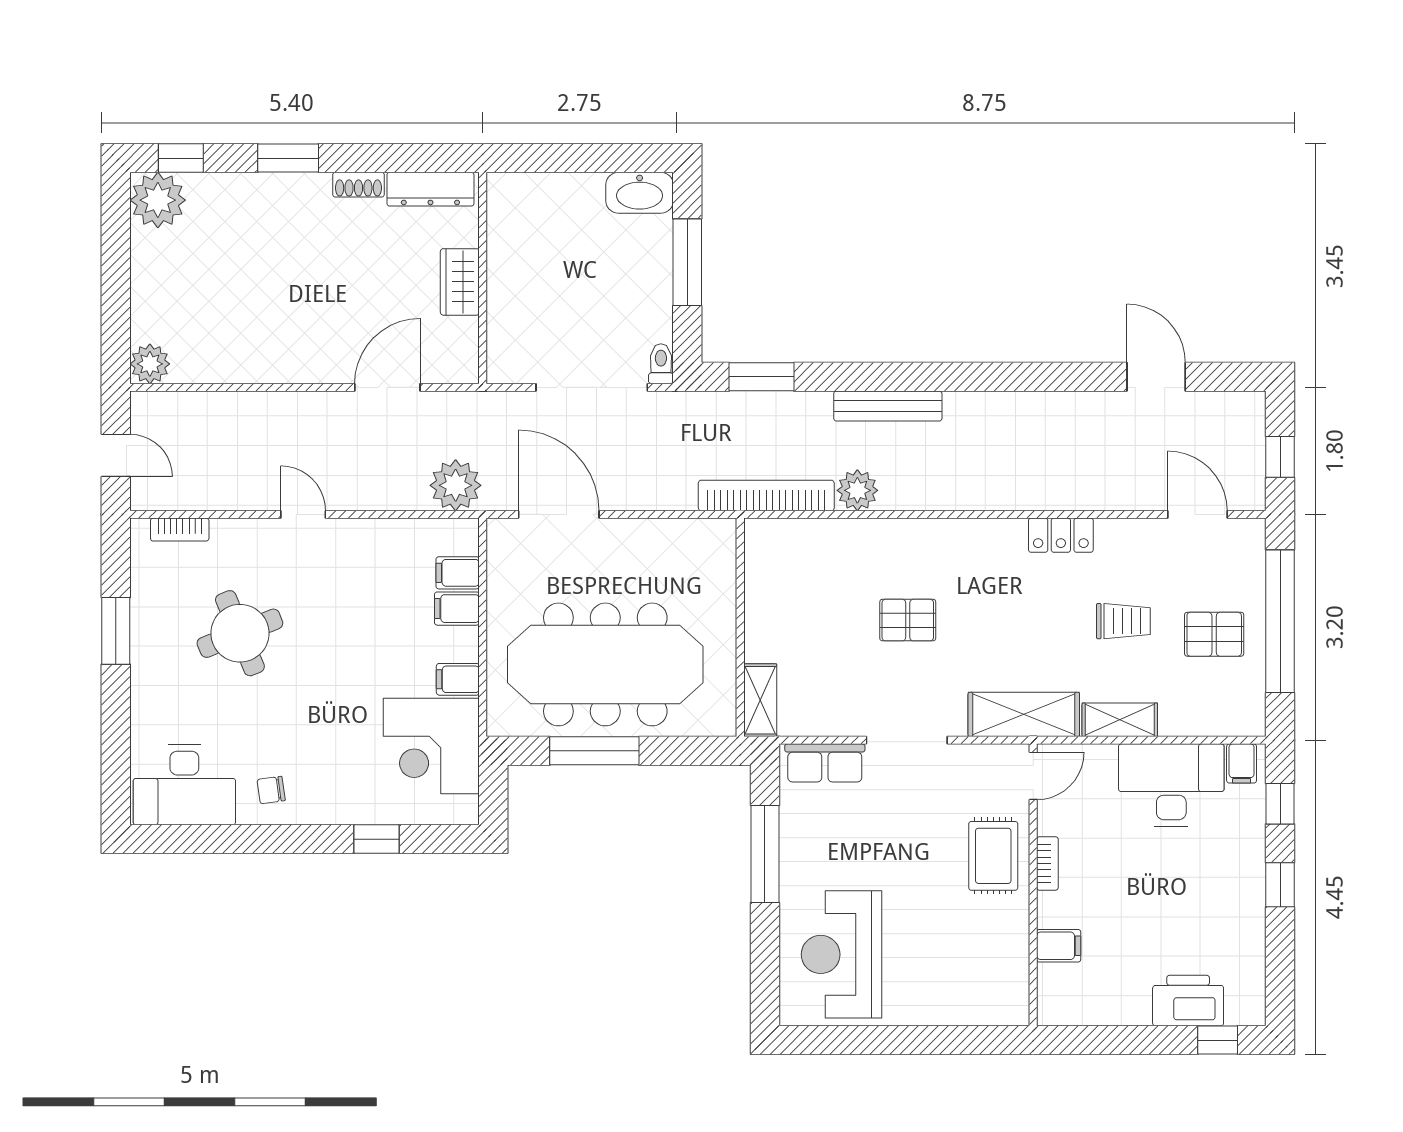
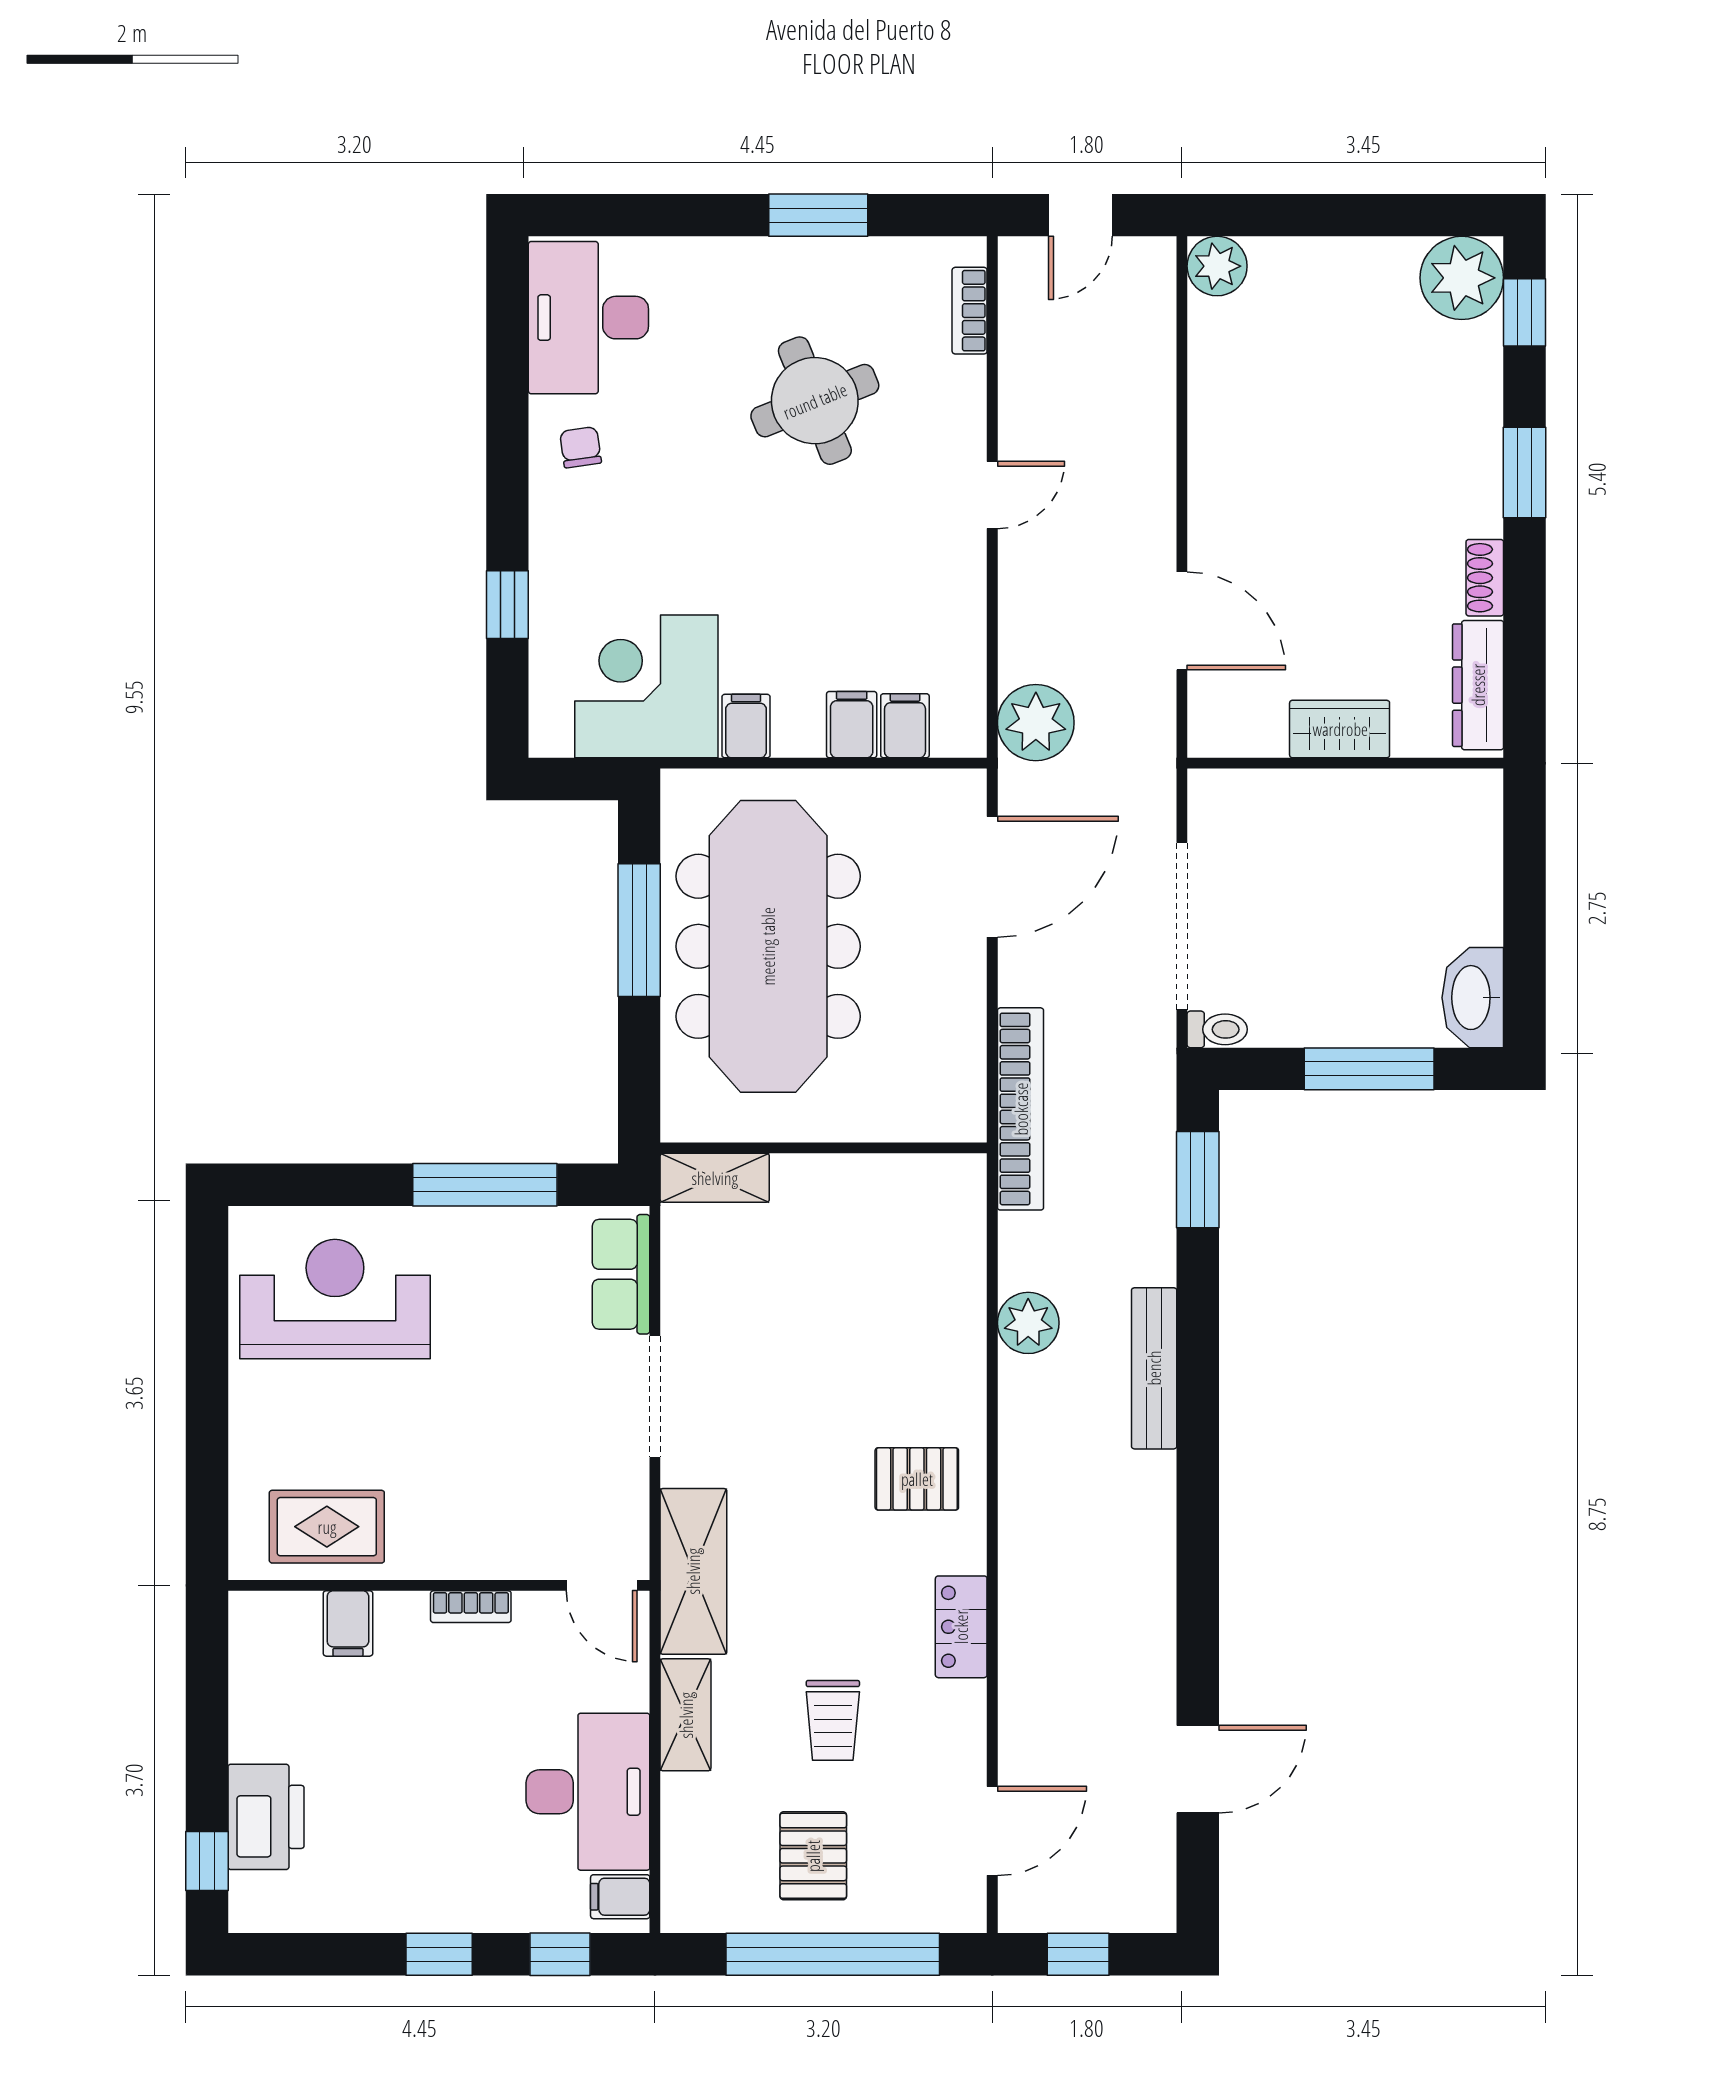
bookcase: (766, 495) -> (1021, 1109), moved
pallet: (908, 620) -> (917, 1479), moved, turned 90
rug: (993, 856) -> (327, 1527), moved

